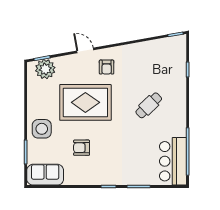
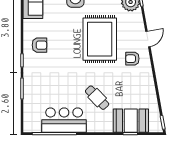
booth: (174, 69) -> (131, 121), added
armchair: (82, 148) -> (39, 45), moved, turned 90
bar counter: (173, 161) -> (64, 120), moved

